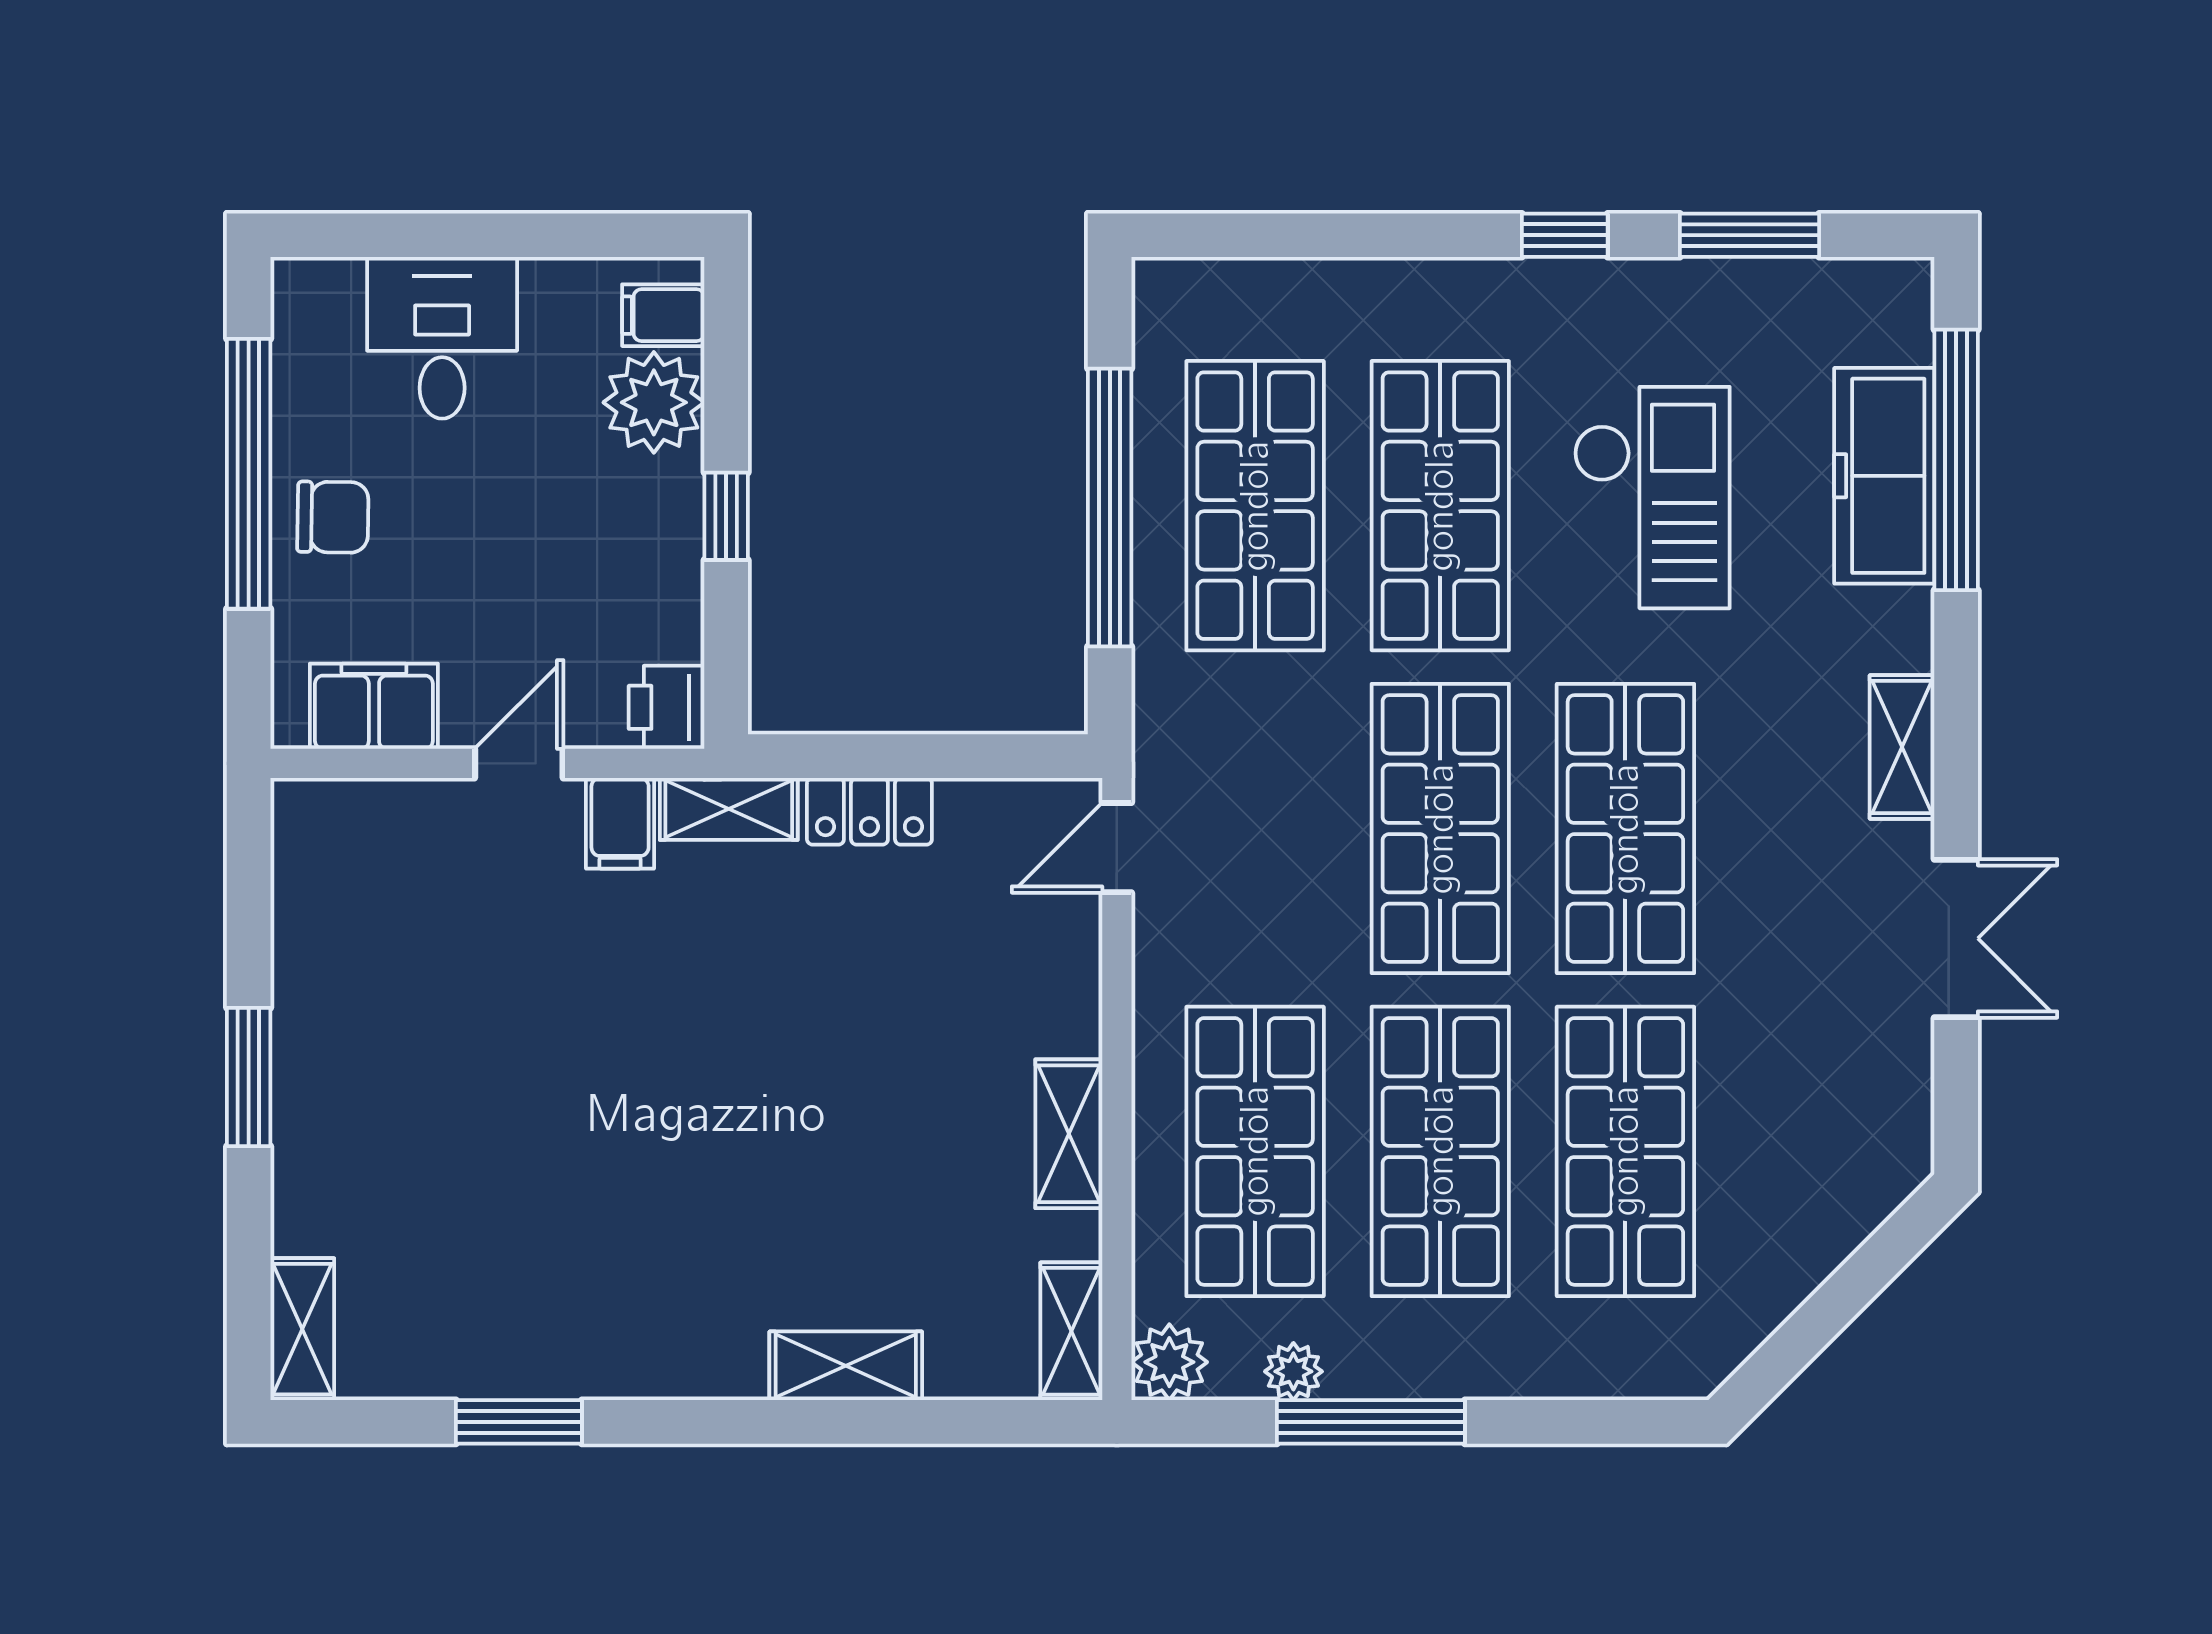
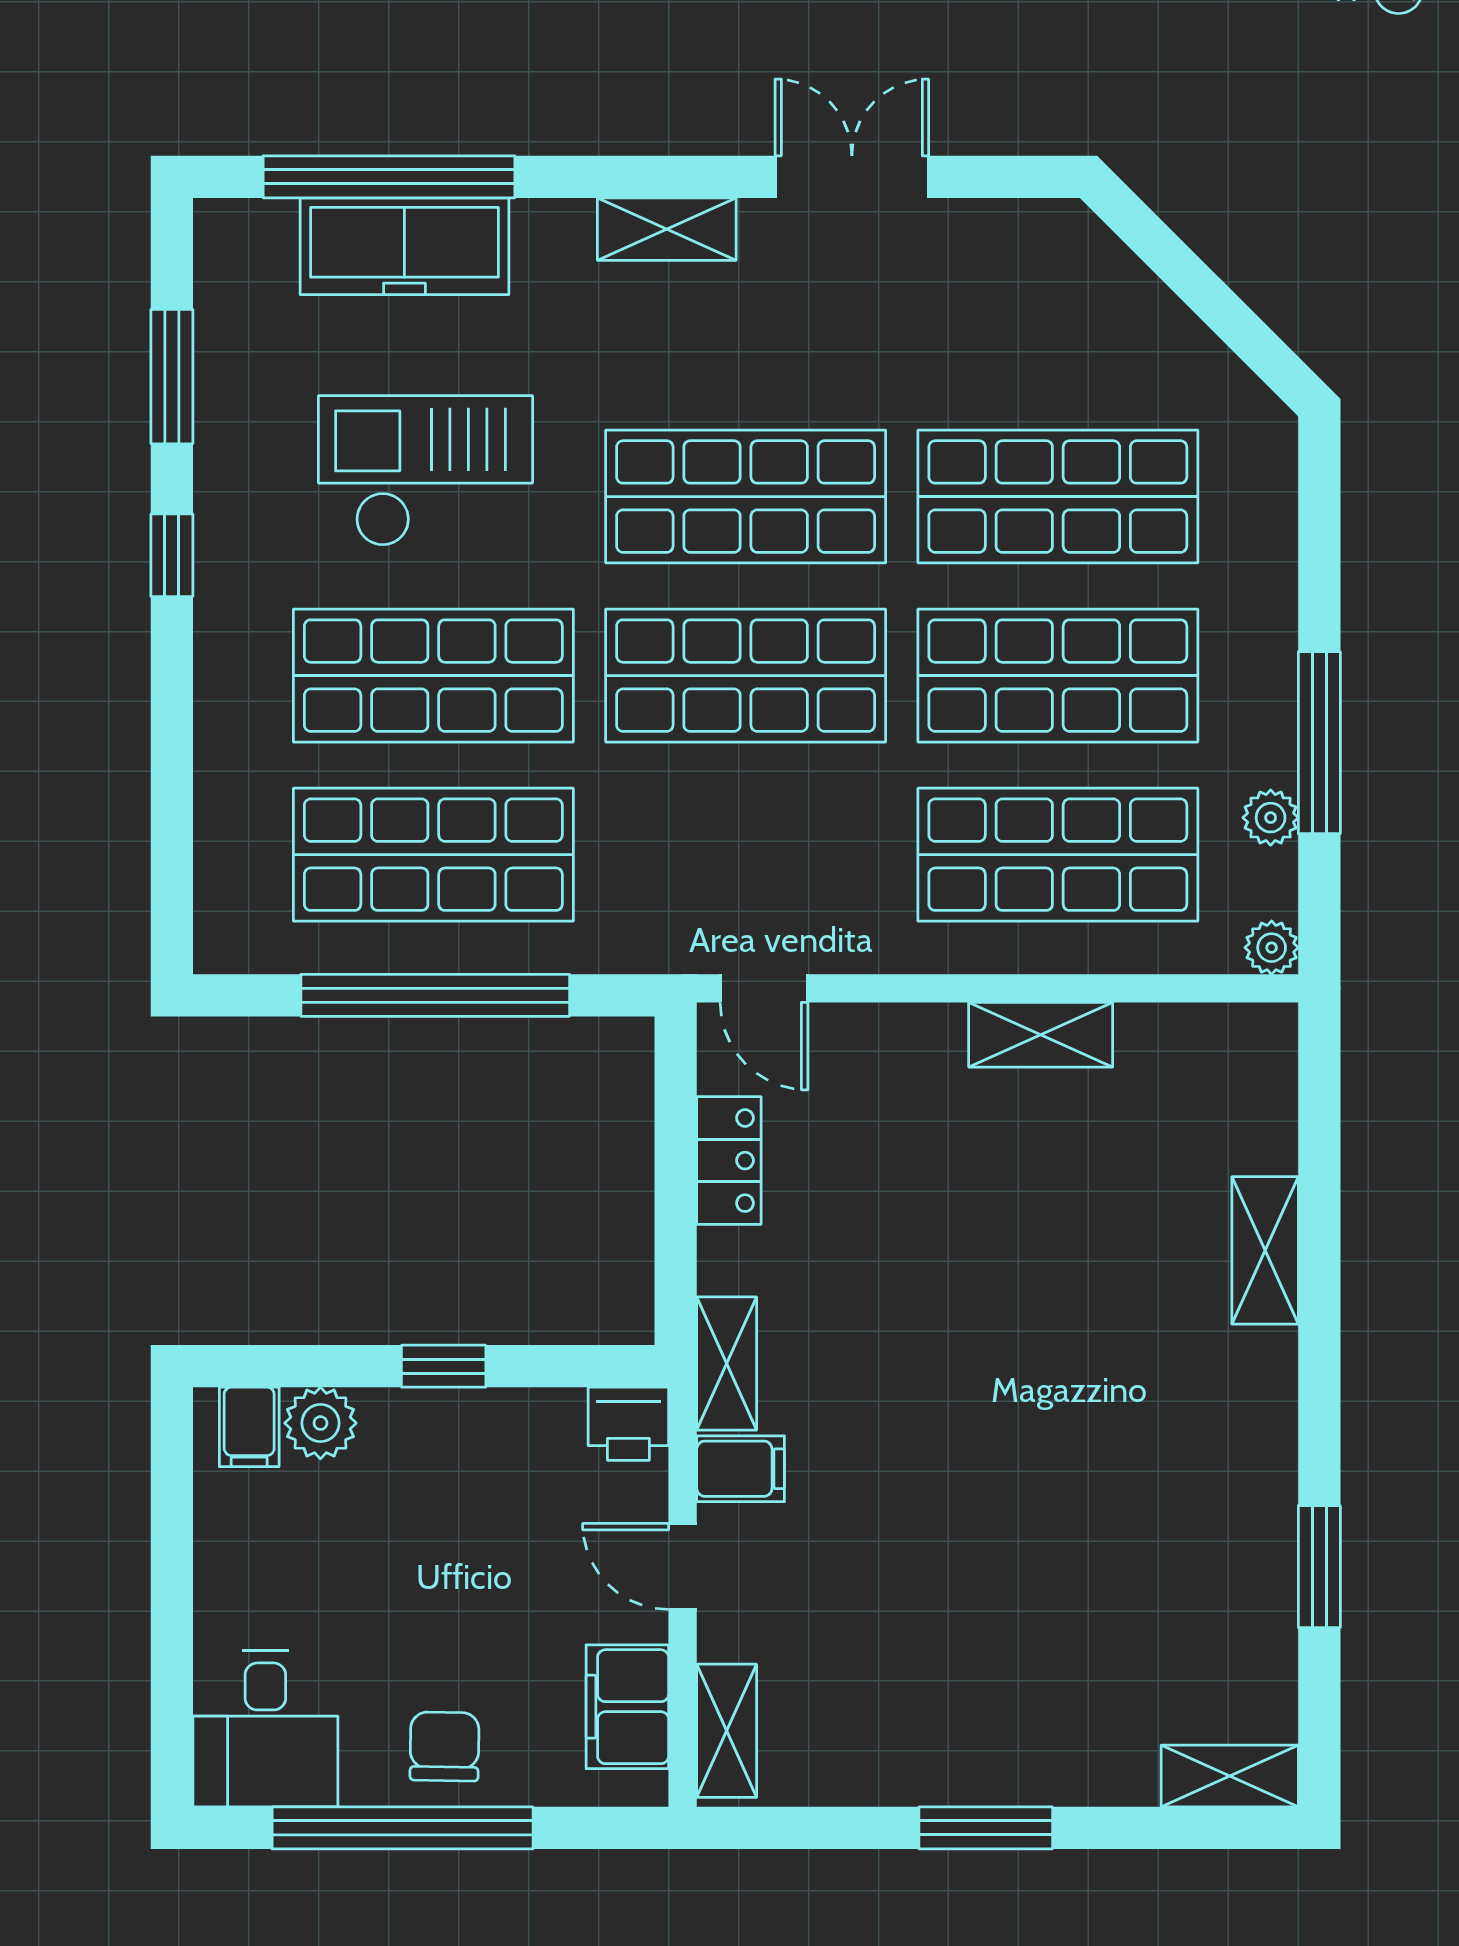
desk: (442, 338) -> (265, 1729), moved, turned -90
plant: (654, 402) -> (320, 1423), width x0.73, depth x0.73
locker: (869, 811) -> (729, 1161), moved
shelving: (1071, 1331) -> (727, 1731), moved, turned 90
plant: (1169, 1362) -> (1272, 948), width x0.73, depth x0.73

